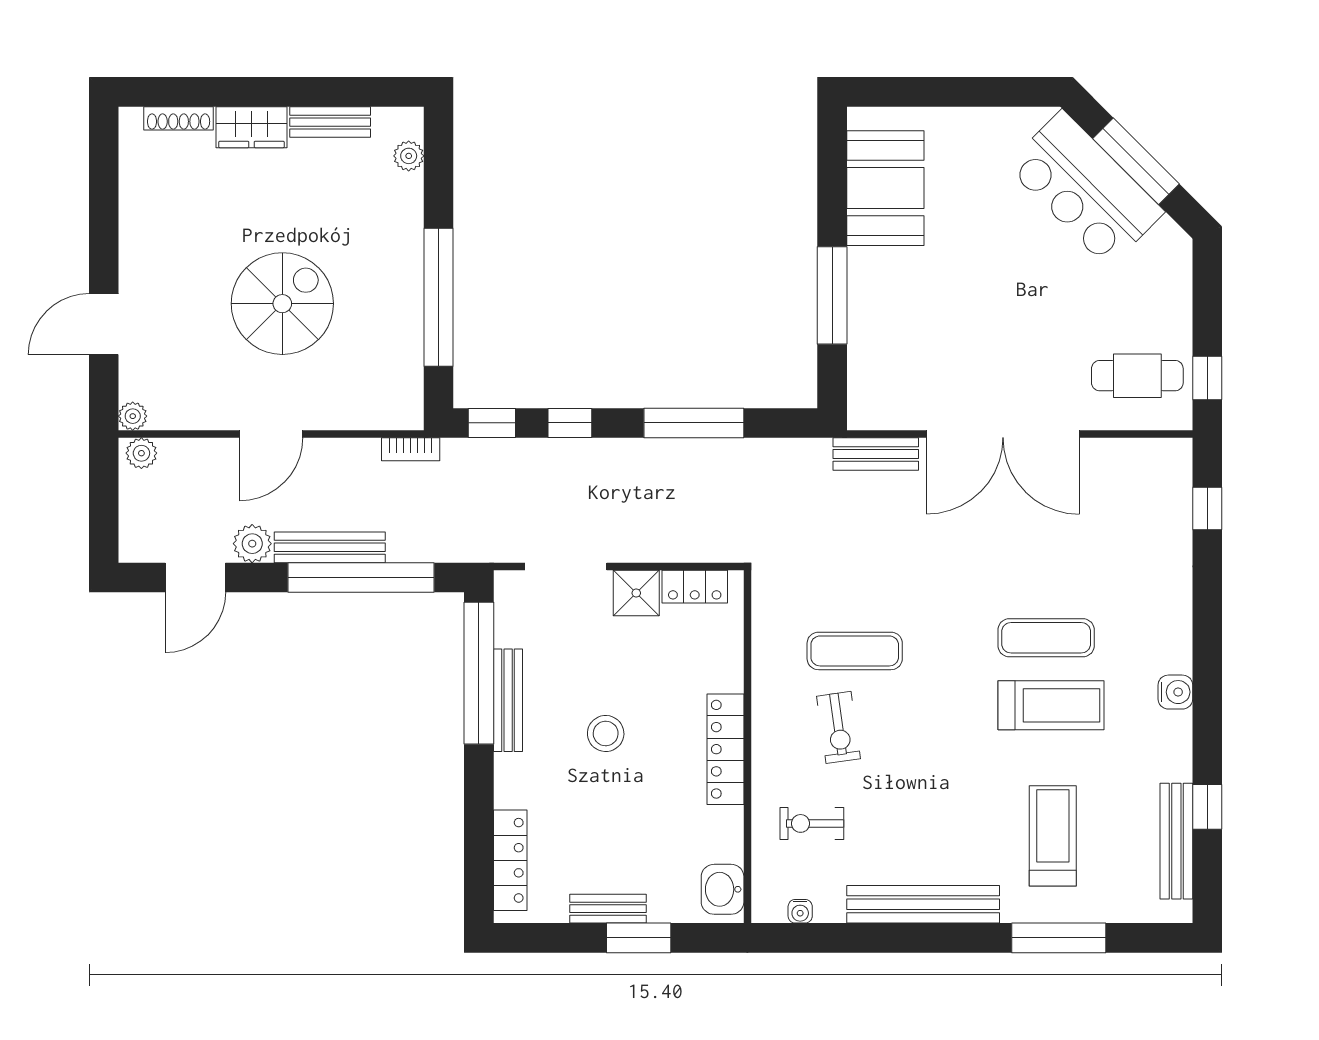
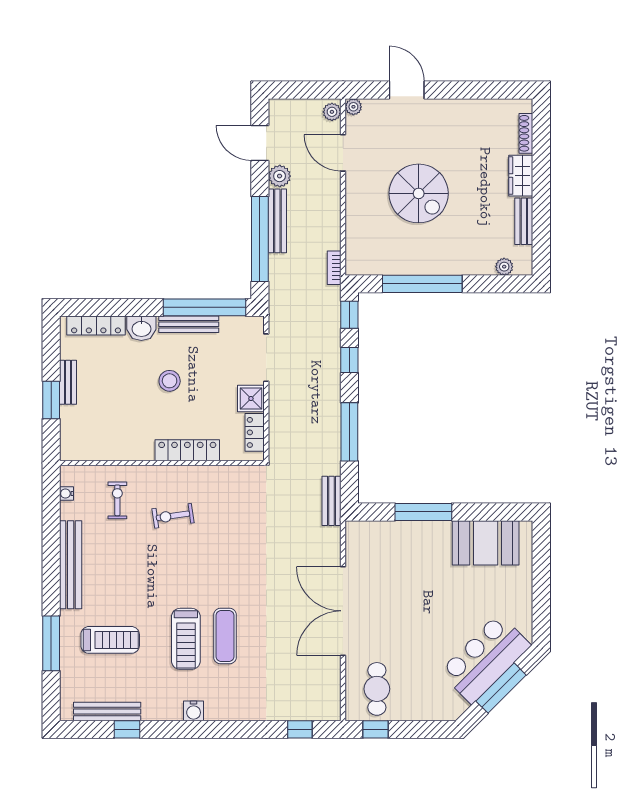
door: (271, 434) -> (343, 153), moved
bench: (876, 454) -> (331, 501), moved
exercise mat: (855, 651) -> (217, 525), removed
locker: (725, 749) -> (187, 450), moved
washbasin: (723, 889) -> (141, 328), moved, turned 180

